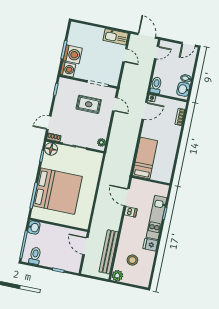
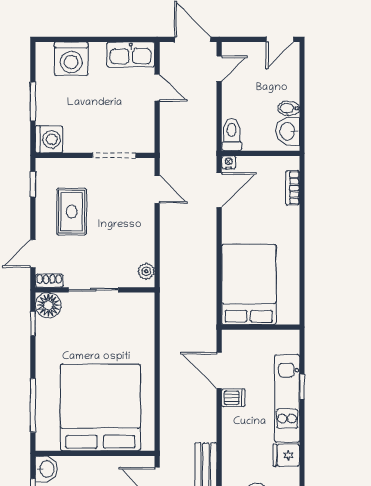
washing machine: (73, 54) -> (71, 59), moved, turned 90
rug: (89, 104) -> (72, 212), moved, turned 90
bed: (145, 158) -> (249, 284), width x1.50
bed: (58, 191) -> (100, 408), moved, turned -90

